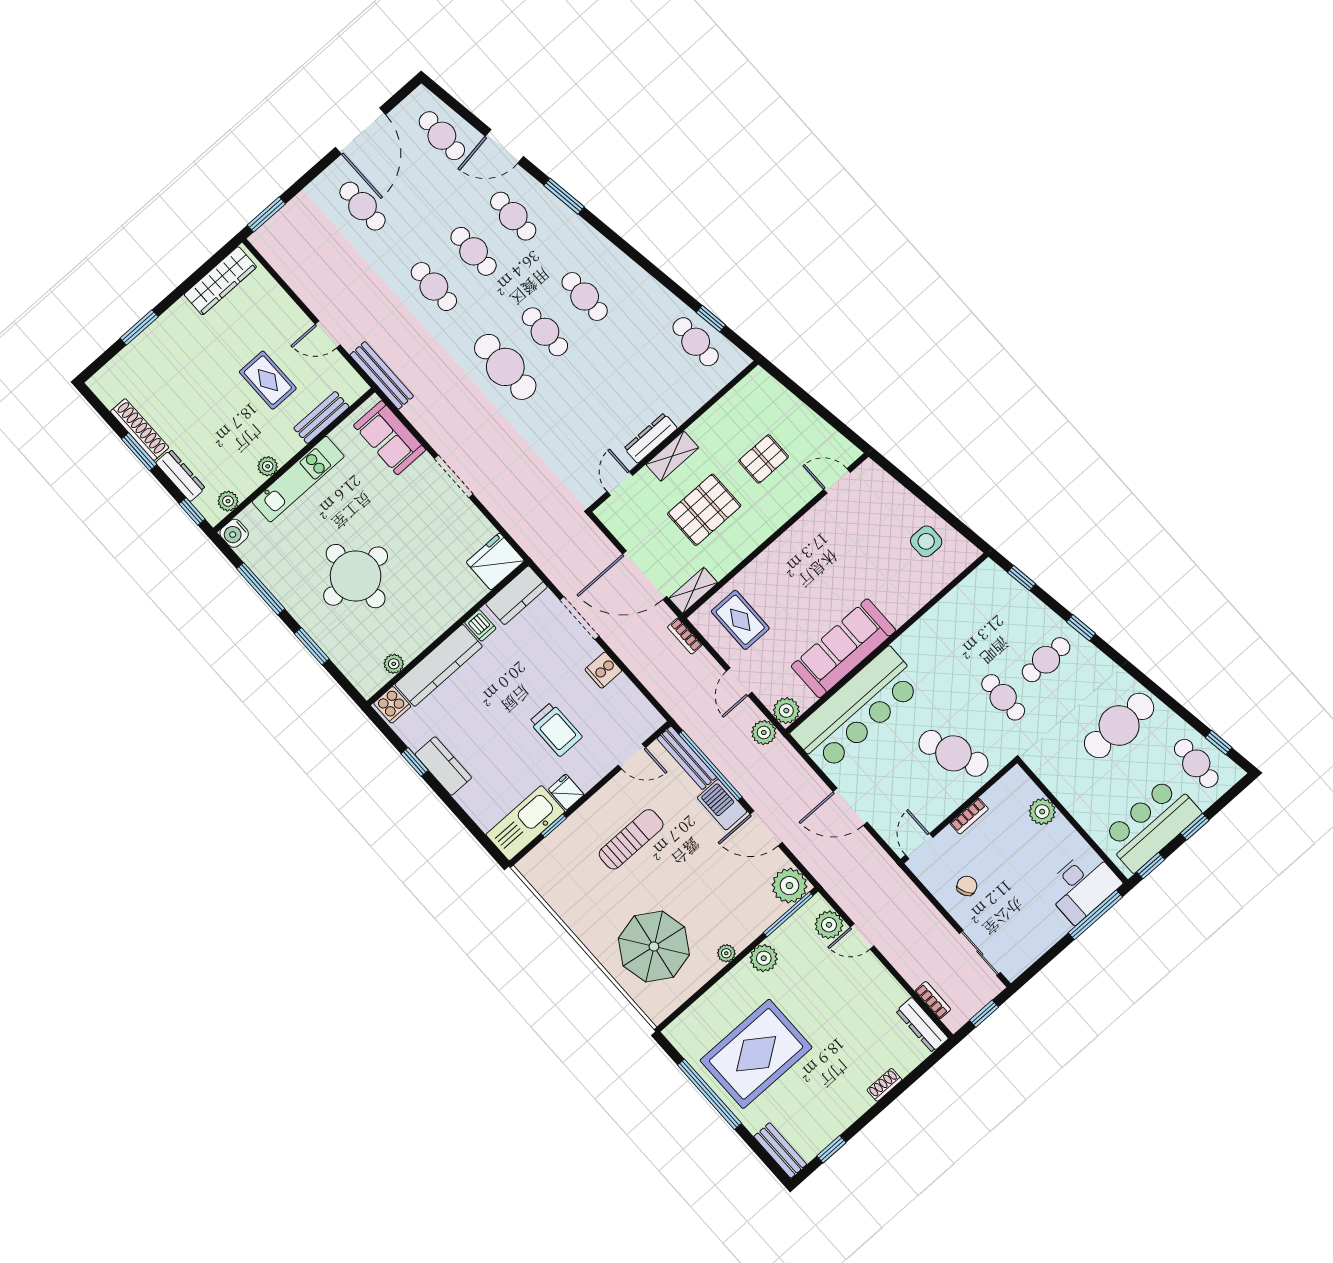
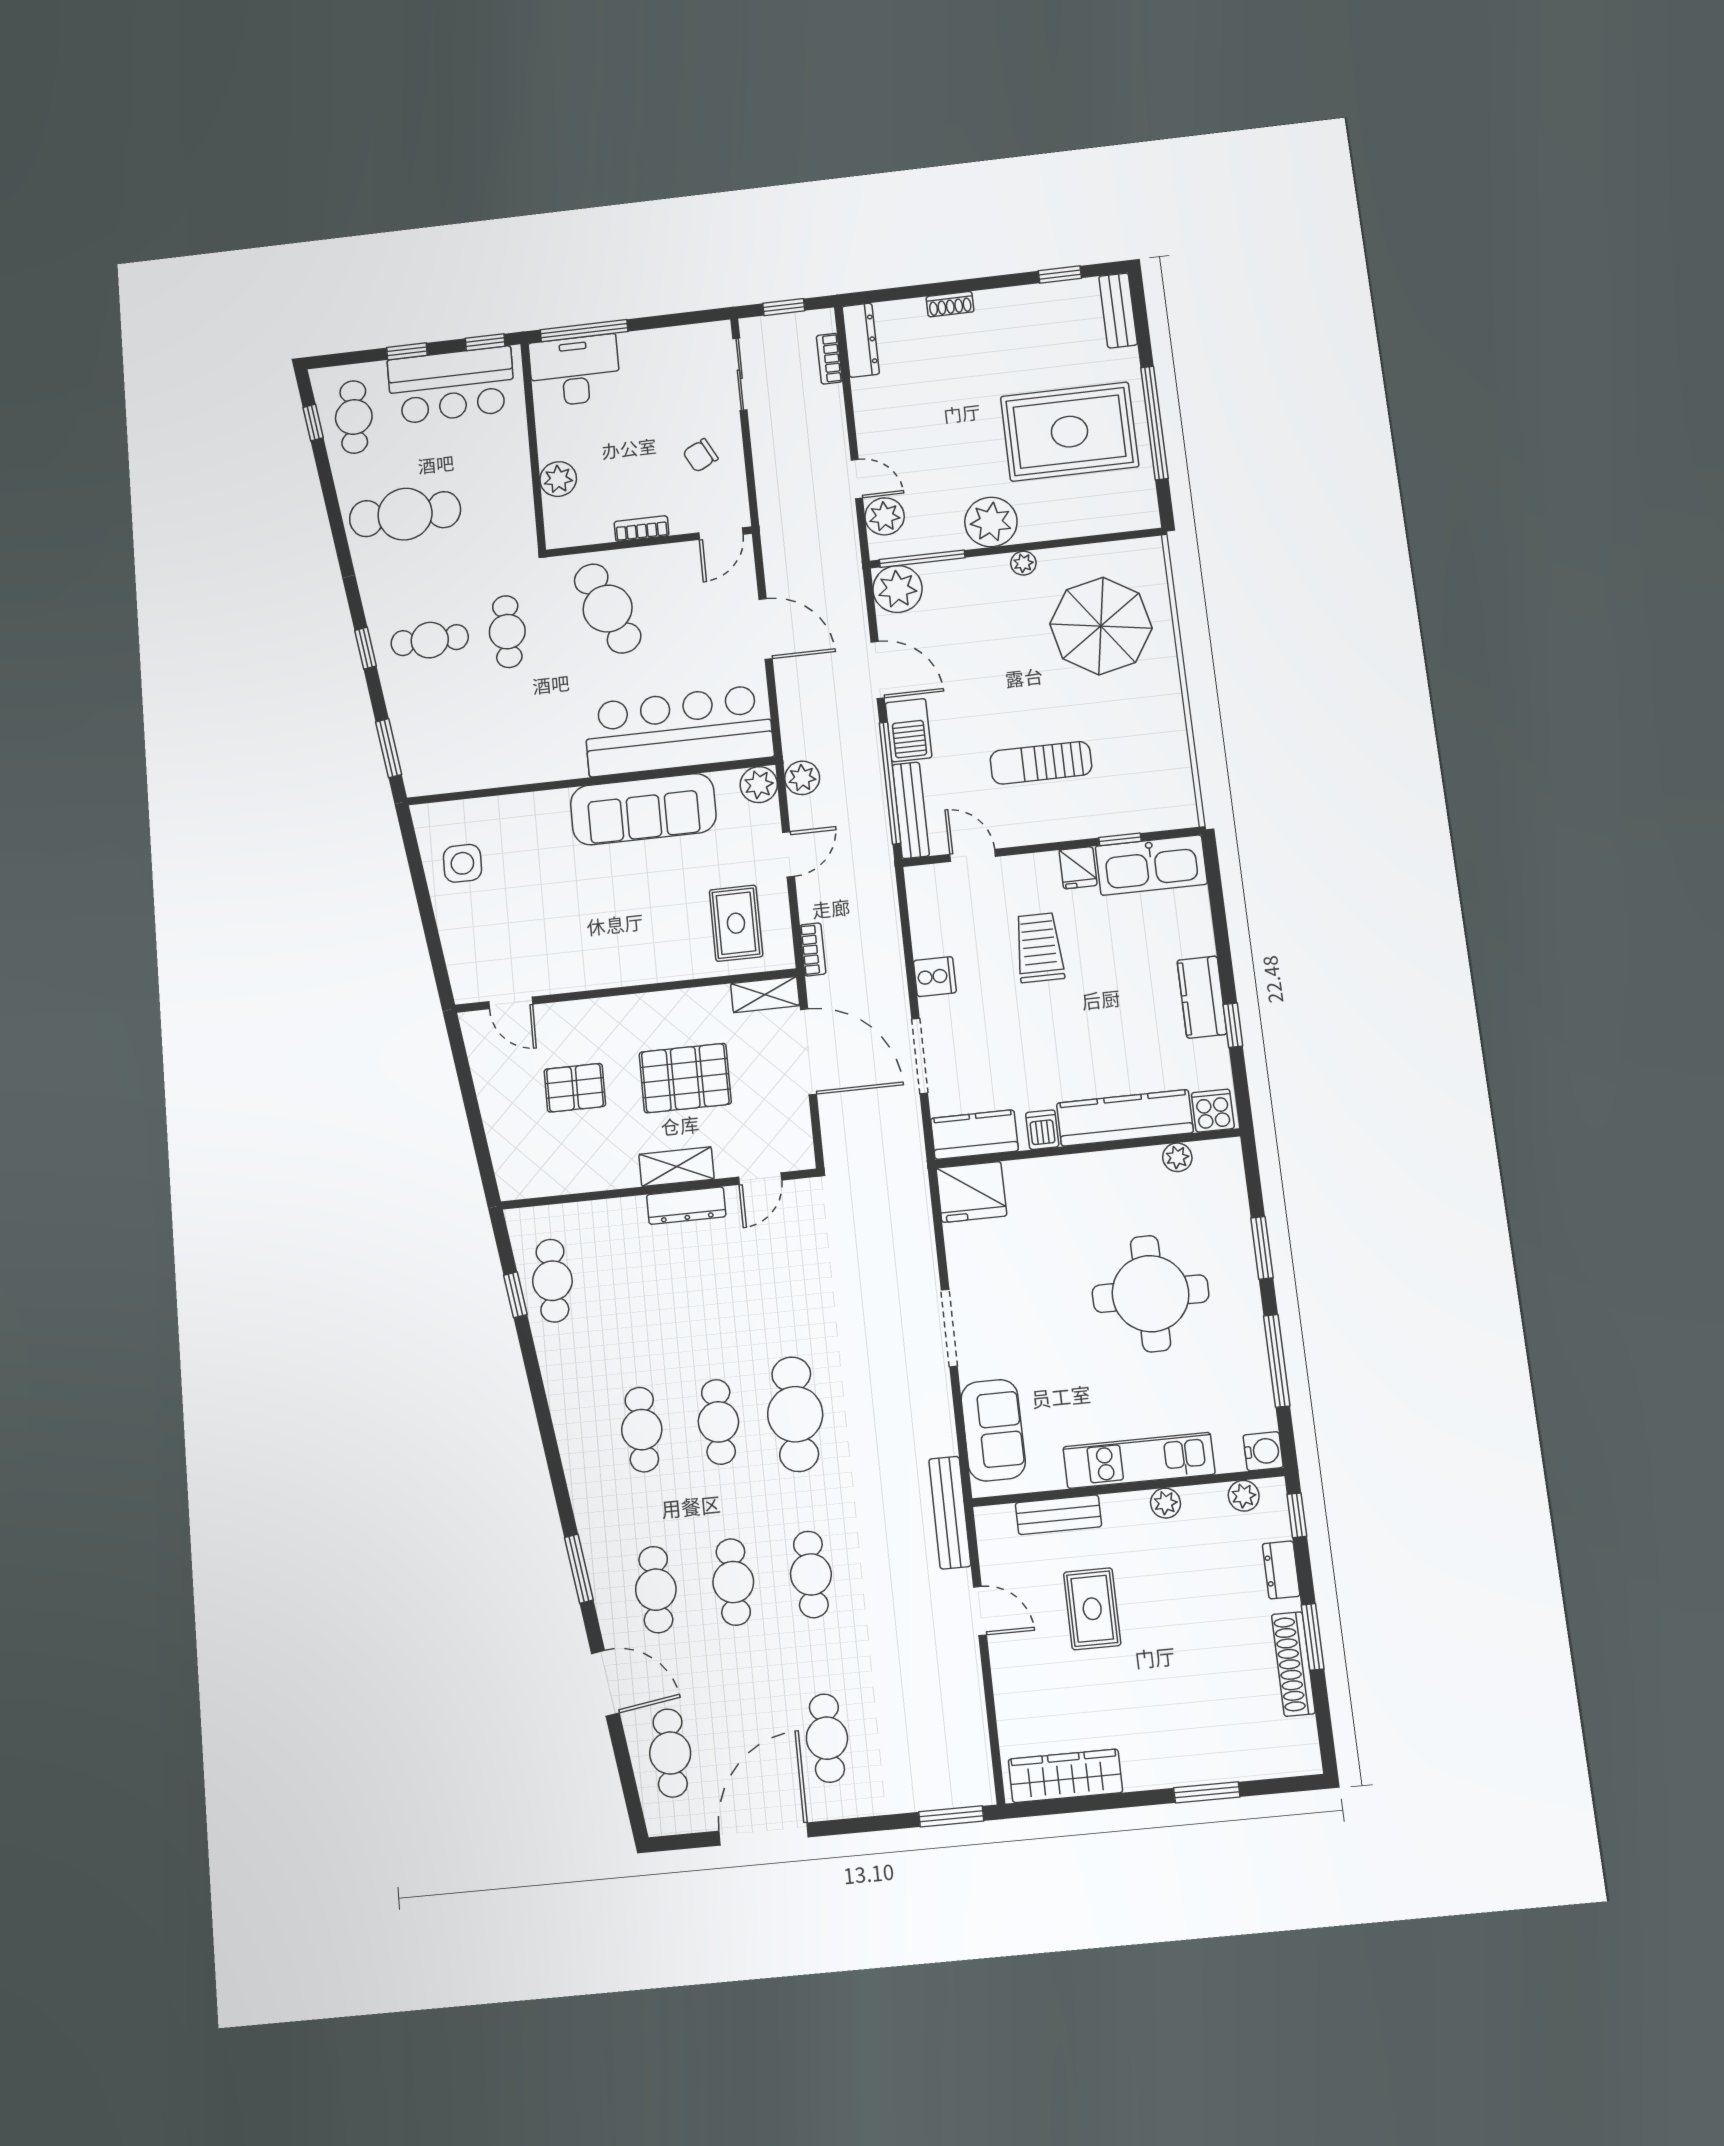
dresser: (180, 476) -> (1281, 1570), width x0.70
window: (1022, 578) -> (389, 748), width x1.50
plant: (764, 958) -> (991, 522), width x1.36, depth x1.36

